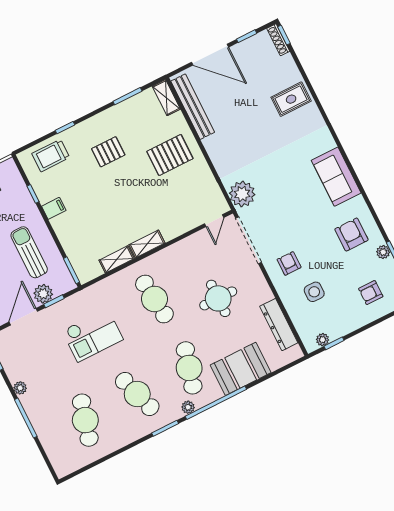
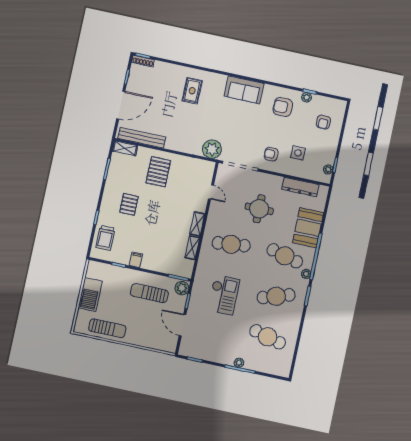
rug: (291, 99) -> (192, 91), moved
door: (214, 221) -> (211, 192), moved
plant: (43, 294) -> (182, 288), moved
plant: (20, 388) -> (239, 363), moved

